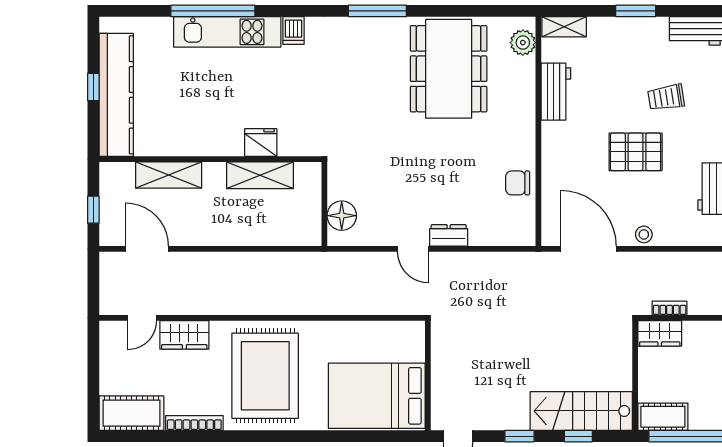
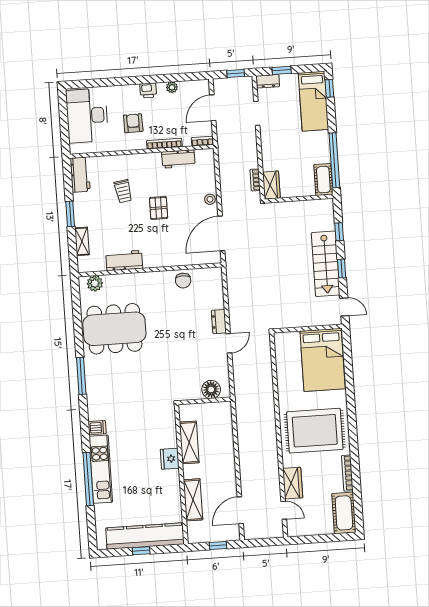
shelving: (564, 27) -> (82, 241), moved
fridge: (261, 142) -> (170, 459), moved
pallet: (636, 152) -> (159, 208), width x0.67, depth x0.71
stairs: (581, 411) -> (326, 264), moved

